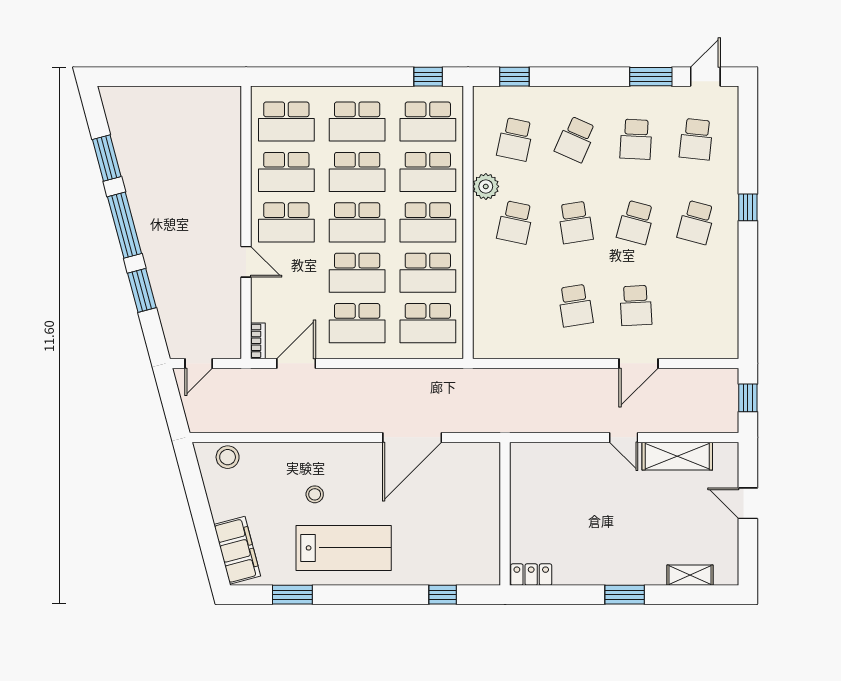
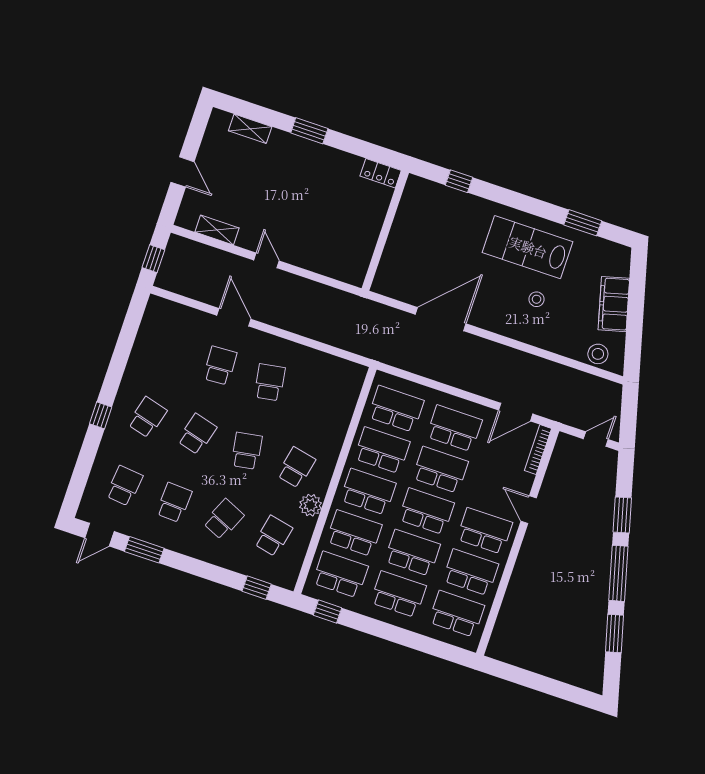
bookcase: (258, 341) -> (538, 450), width x1.56
door: (639, 363) -> (234, 317), hinge flipped
shelving: (677, 456) -> (217, 230), width x0.67, depth x0.75
filing cabinet: (237, 550) -> (614, 304), moved

